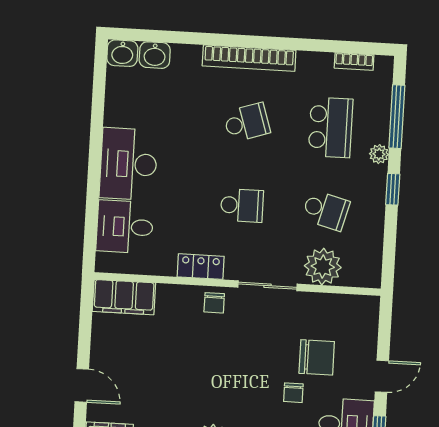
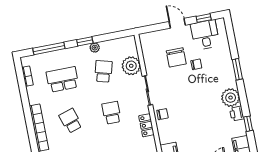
plant: (379, 154) -> (95, 48), moved
chair: (317, 357) -> (176, 57), turned 180

